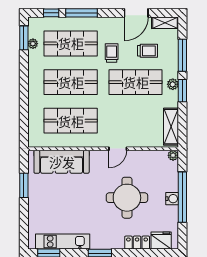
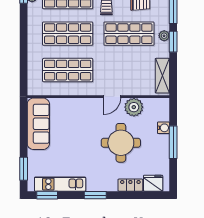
plant: (173, 155) -> (134, 107), moved, width x1.88, depth x1.88
sofa: (62, 162) -> (38, 124), moved, turned -90
window: (24, 185) -> (24, 169), moved
window: (182, 197) -> (173, 142), width x0.68
water cooler: (172, 199) -> (163, 128), moved

